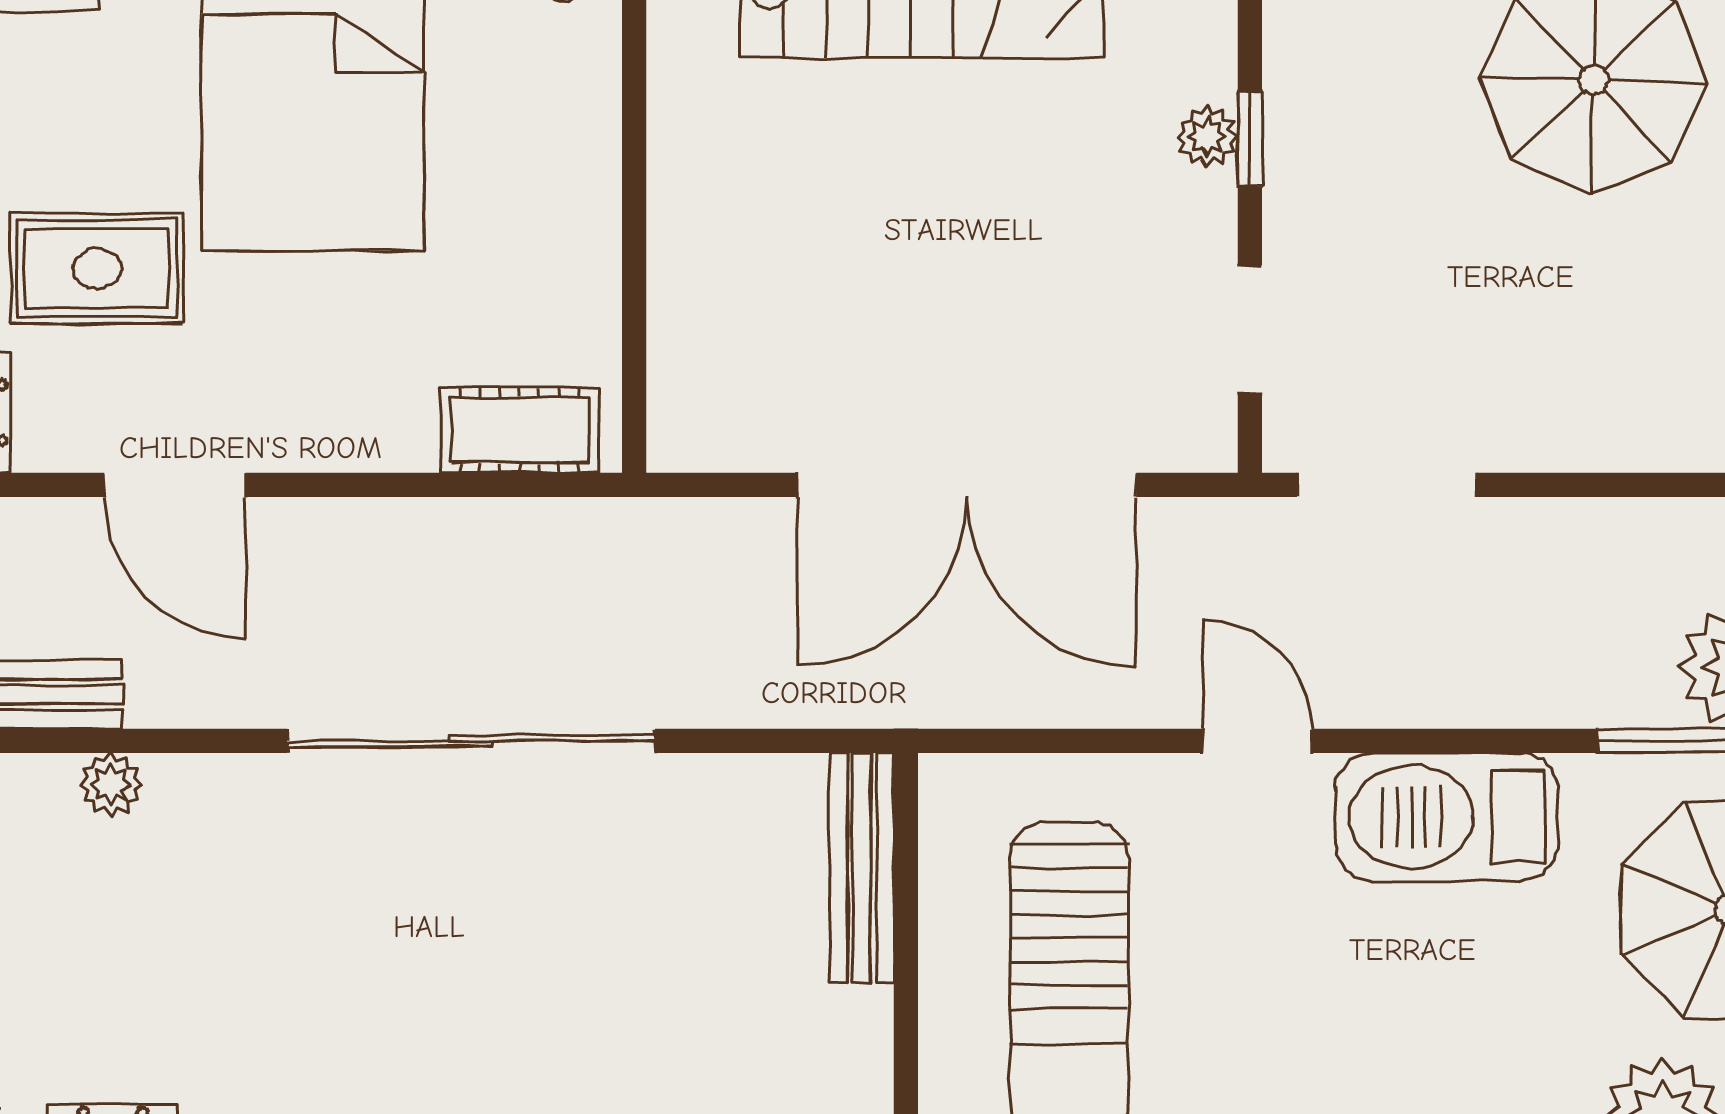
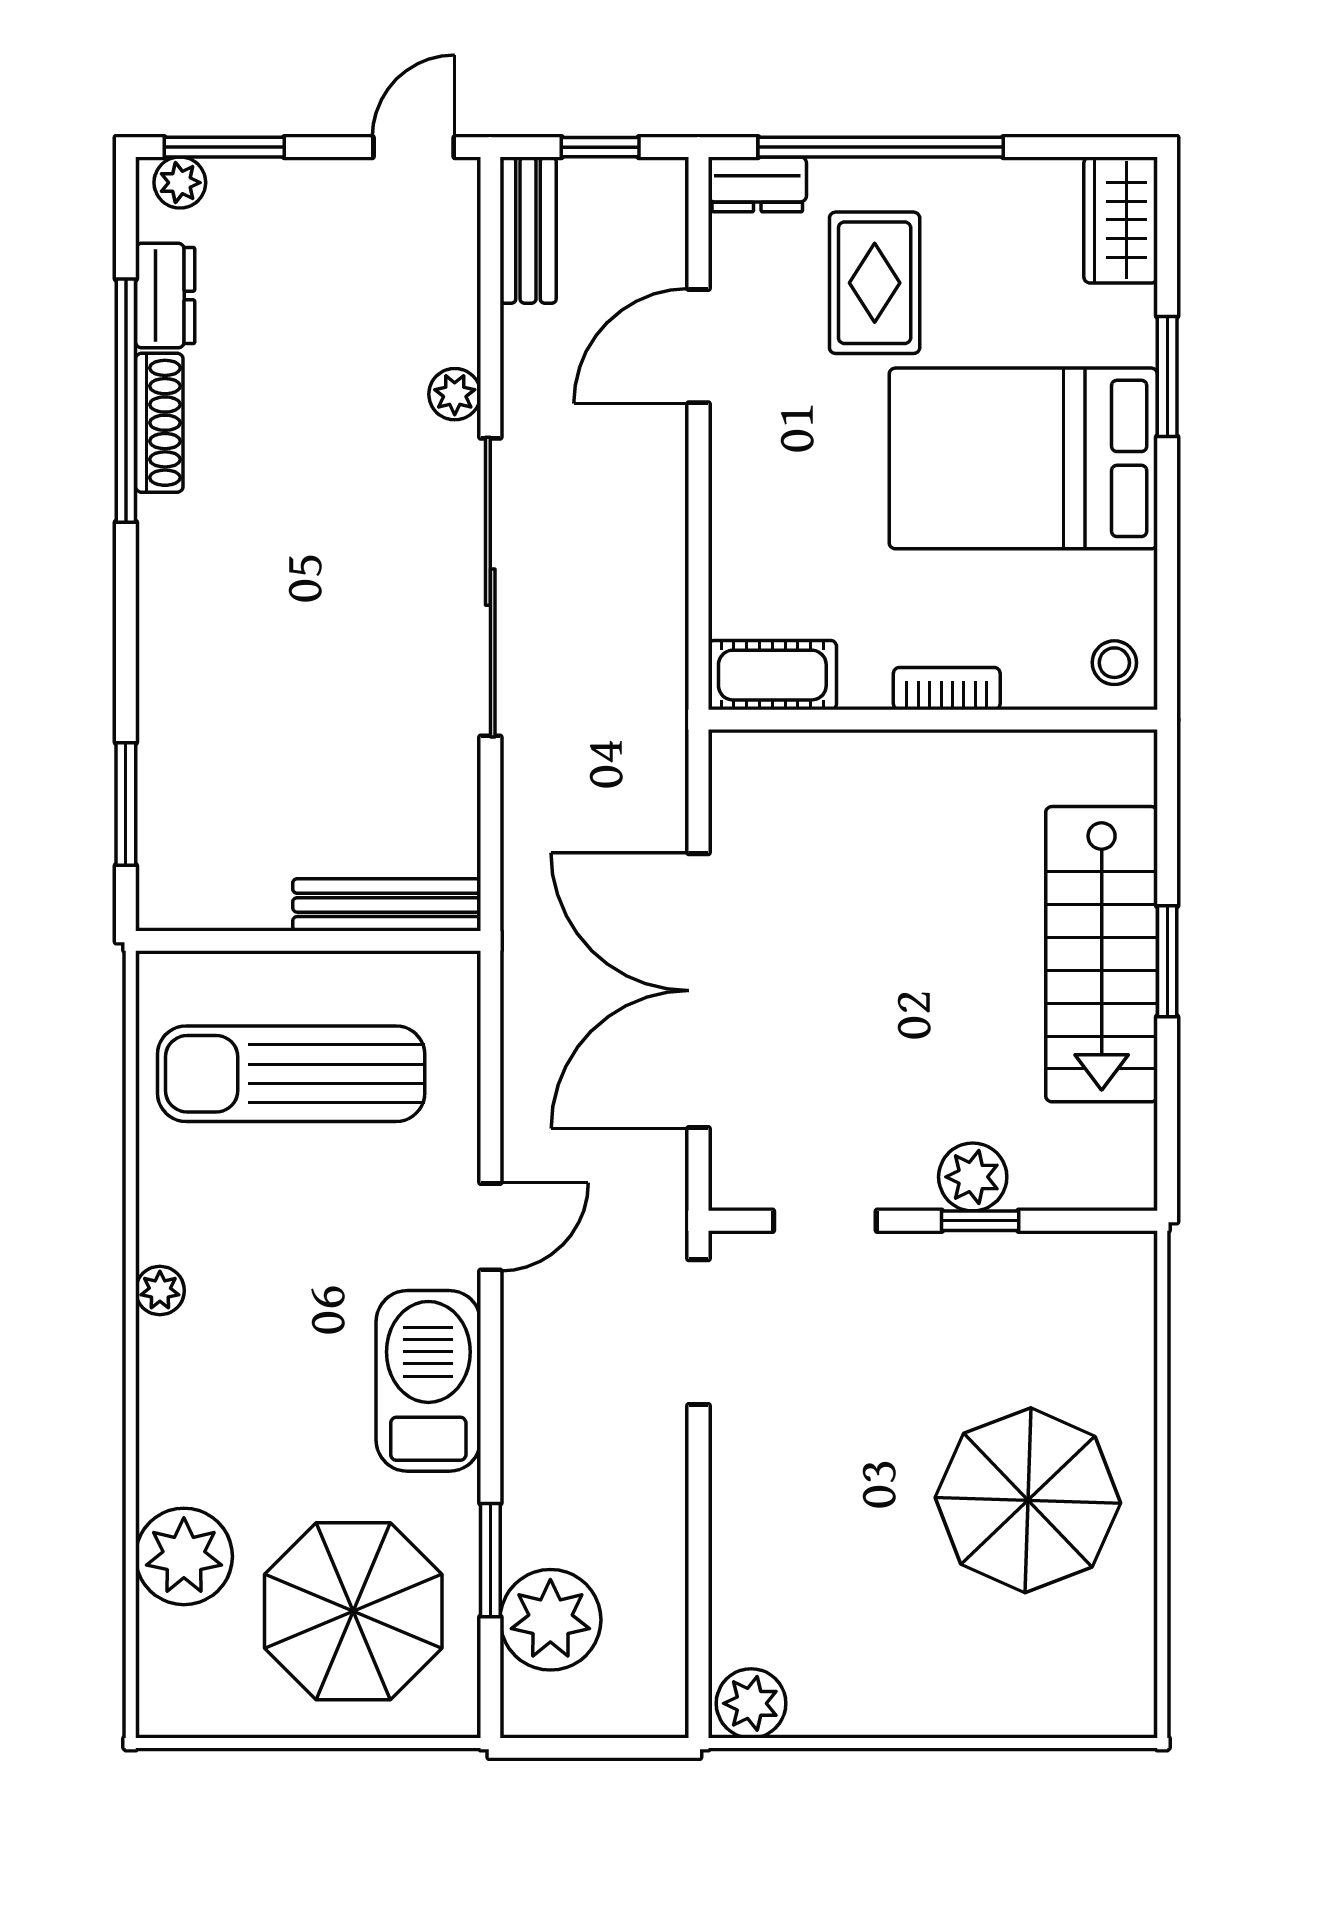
plant: (1208, 136) -> (973, 1177), width x1.38, depth x1.38
bookcase: (596, 180) -> (947, 689), added
cot: (520, 430) -> (772, 675), moved, turned 90
plant: (111, 785) -> (455, 394), moved

